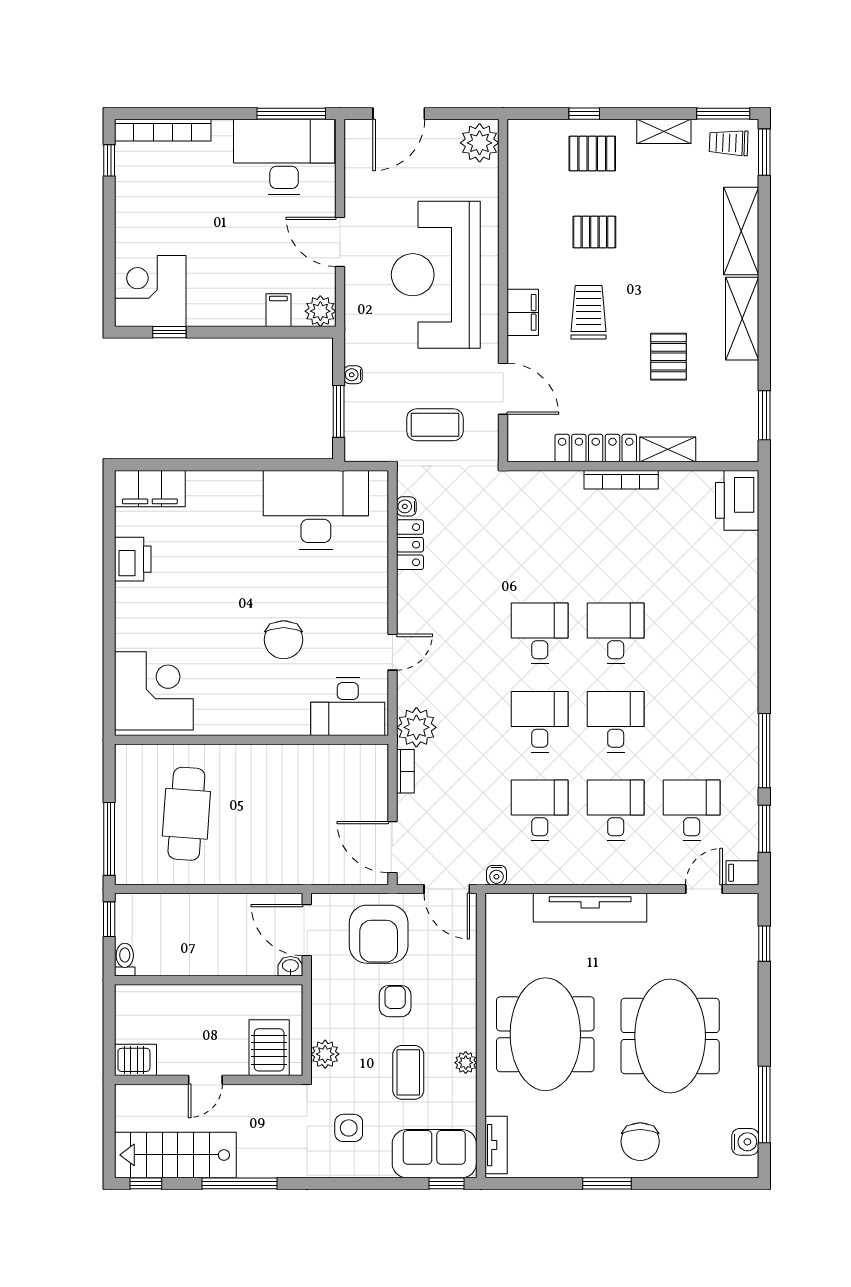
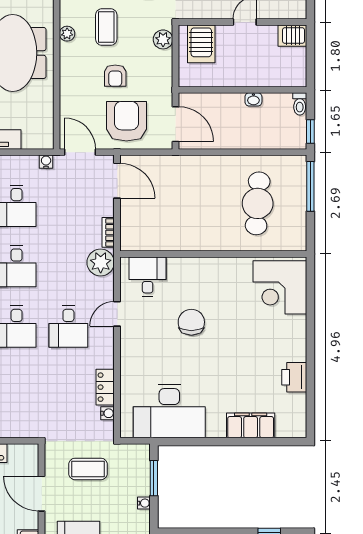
filing cabinet: (150, 489) -> (251, 425), moved
desk: (464, 633) -> (68, 327), added
desk: (348, 707) -> (148, 277), width x0.73
washbasin: (290, 966) -> (253, 99), moved

